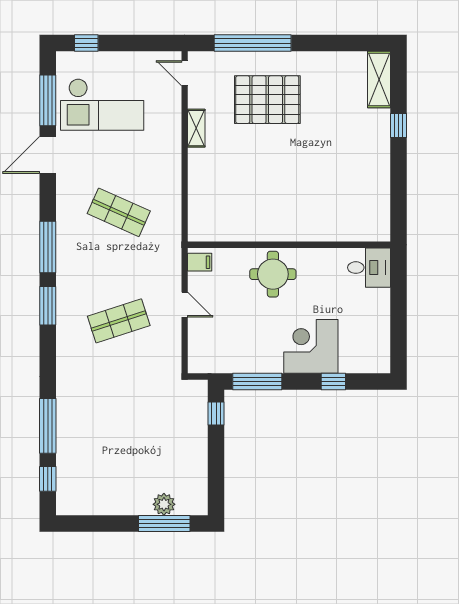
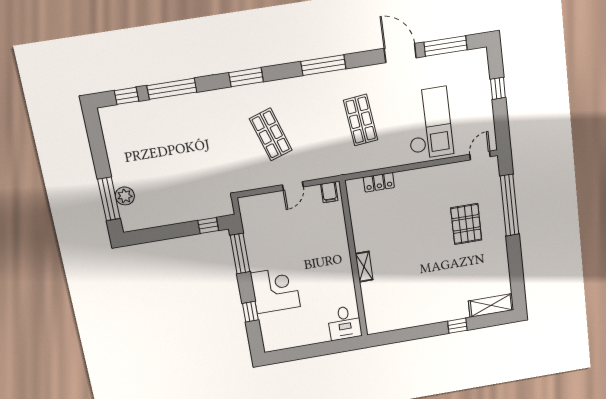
window: (86, 43) -> (498, 88), moved
pallet: (267, 100) -> (466, 224), width x0.73, depth x0.71
checkout: (102, 104) -> (429, 123), moved, turned 180
shelving: (196, 128) -> (364, 267), moved, turned 90
locker: (197, 201) -> (379, 182), added
shop shelf: (119, 212) -> (361, 120), turned -30
round table: (273, 274) -> (328, 251), removed
window: (48, 306) -> (246, 77), moved

